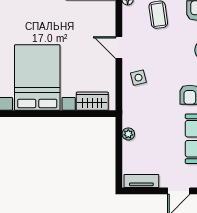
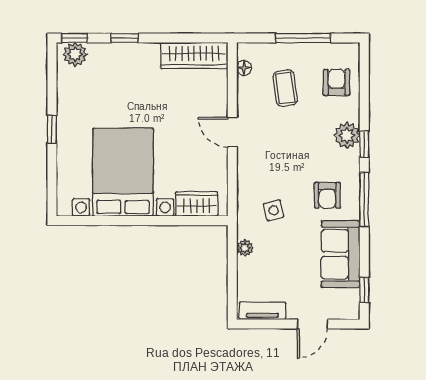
side table: (138, 78) -> (274, 210), moved

